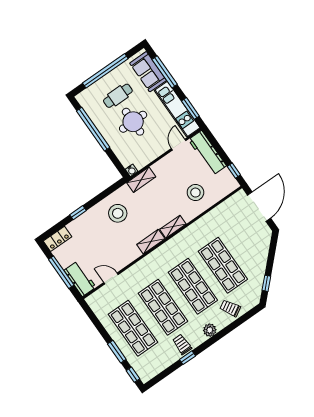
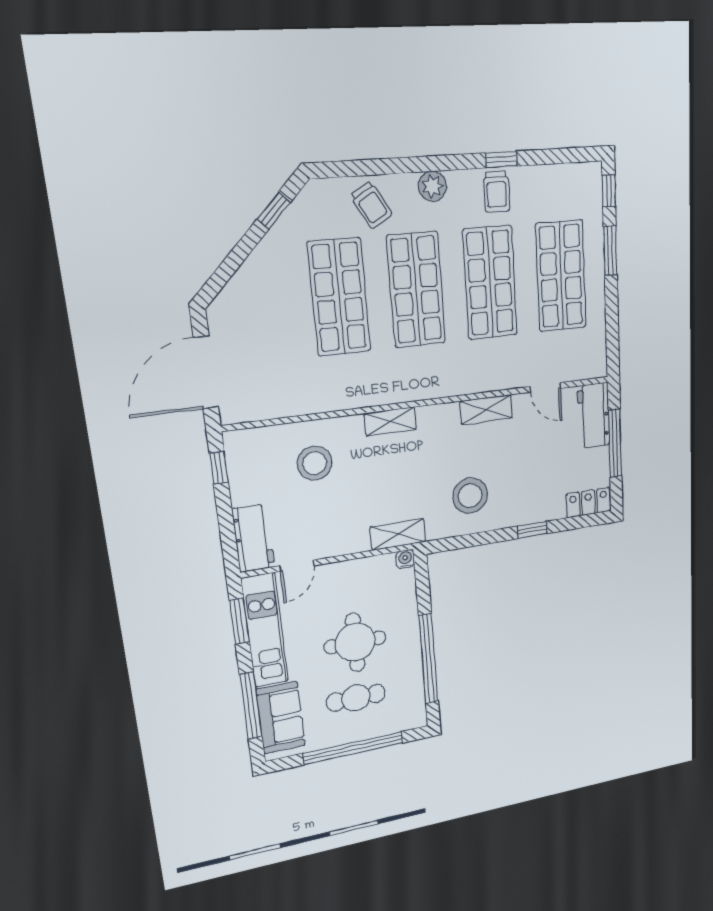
workbench: (207, 153) -> (253, 538), width x0.73
shelving: (151, 242) -> (486, 410), moved

